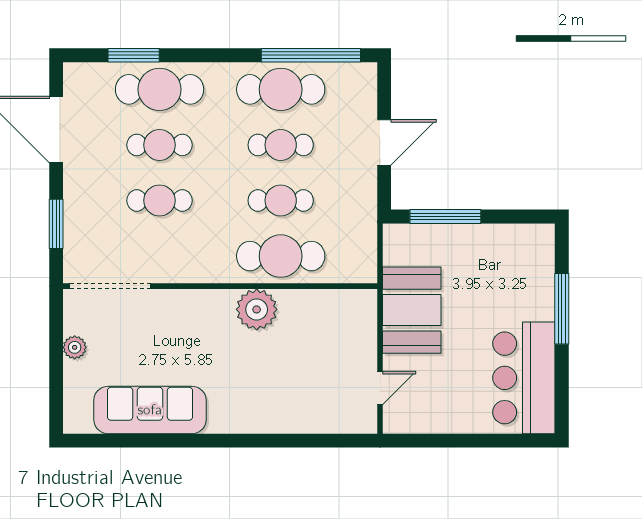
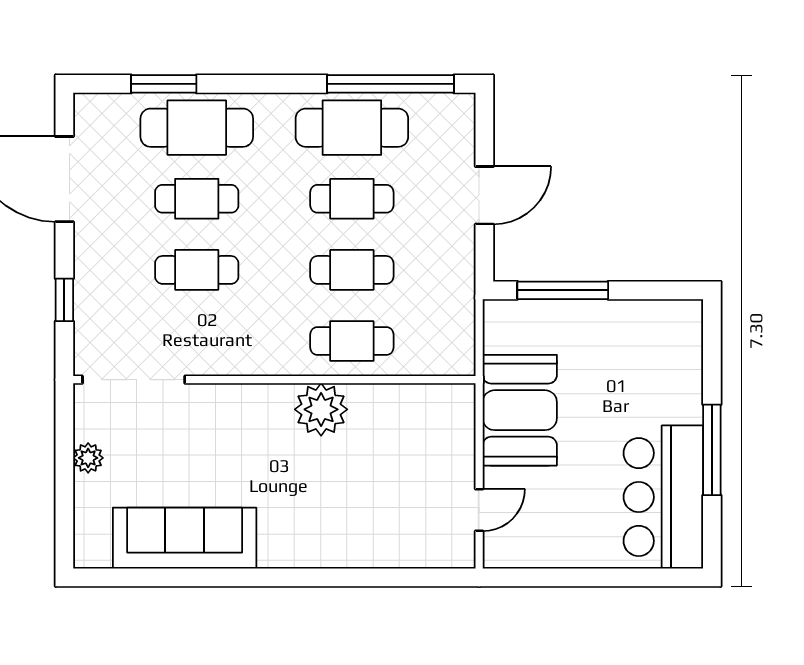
window: (56, 224) -> (64, 300), width x0.67
cafe table: (281, 256) -> (352, 341), width x0.73, depth x0.74
window: (562, 309) -> (712, 450), moved

